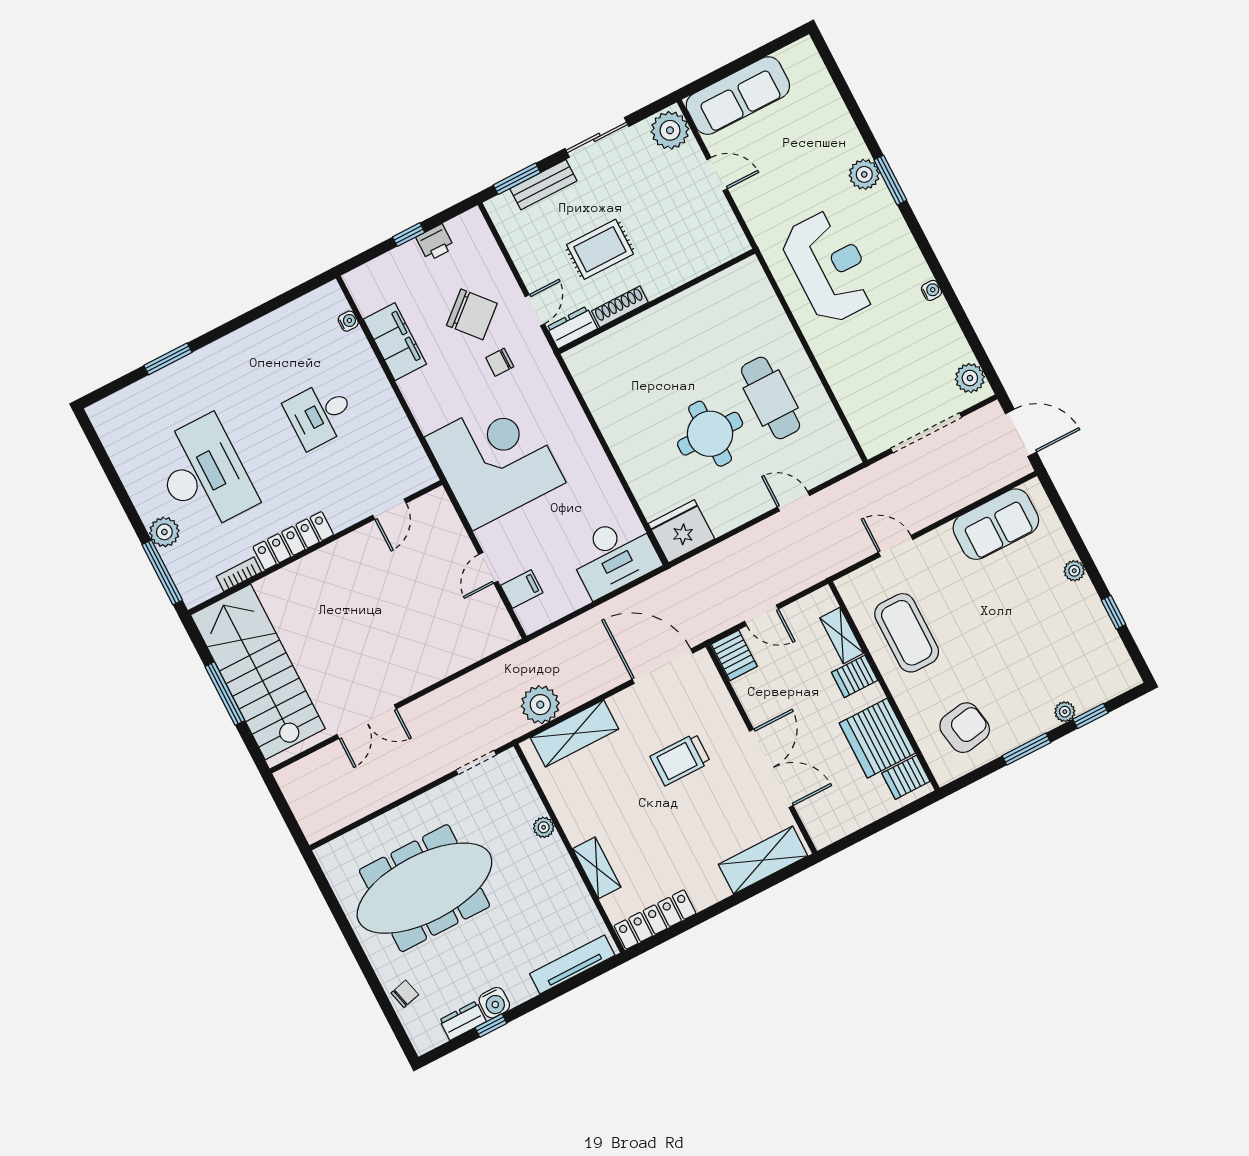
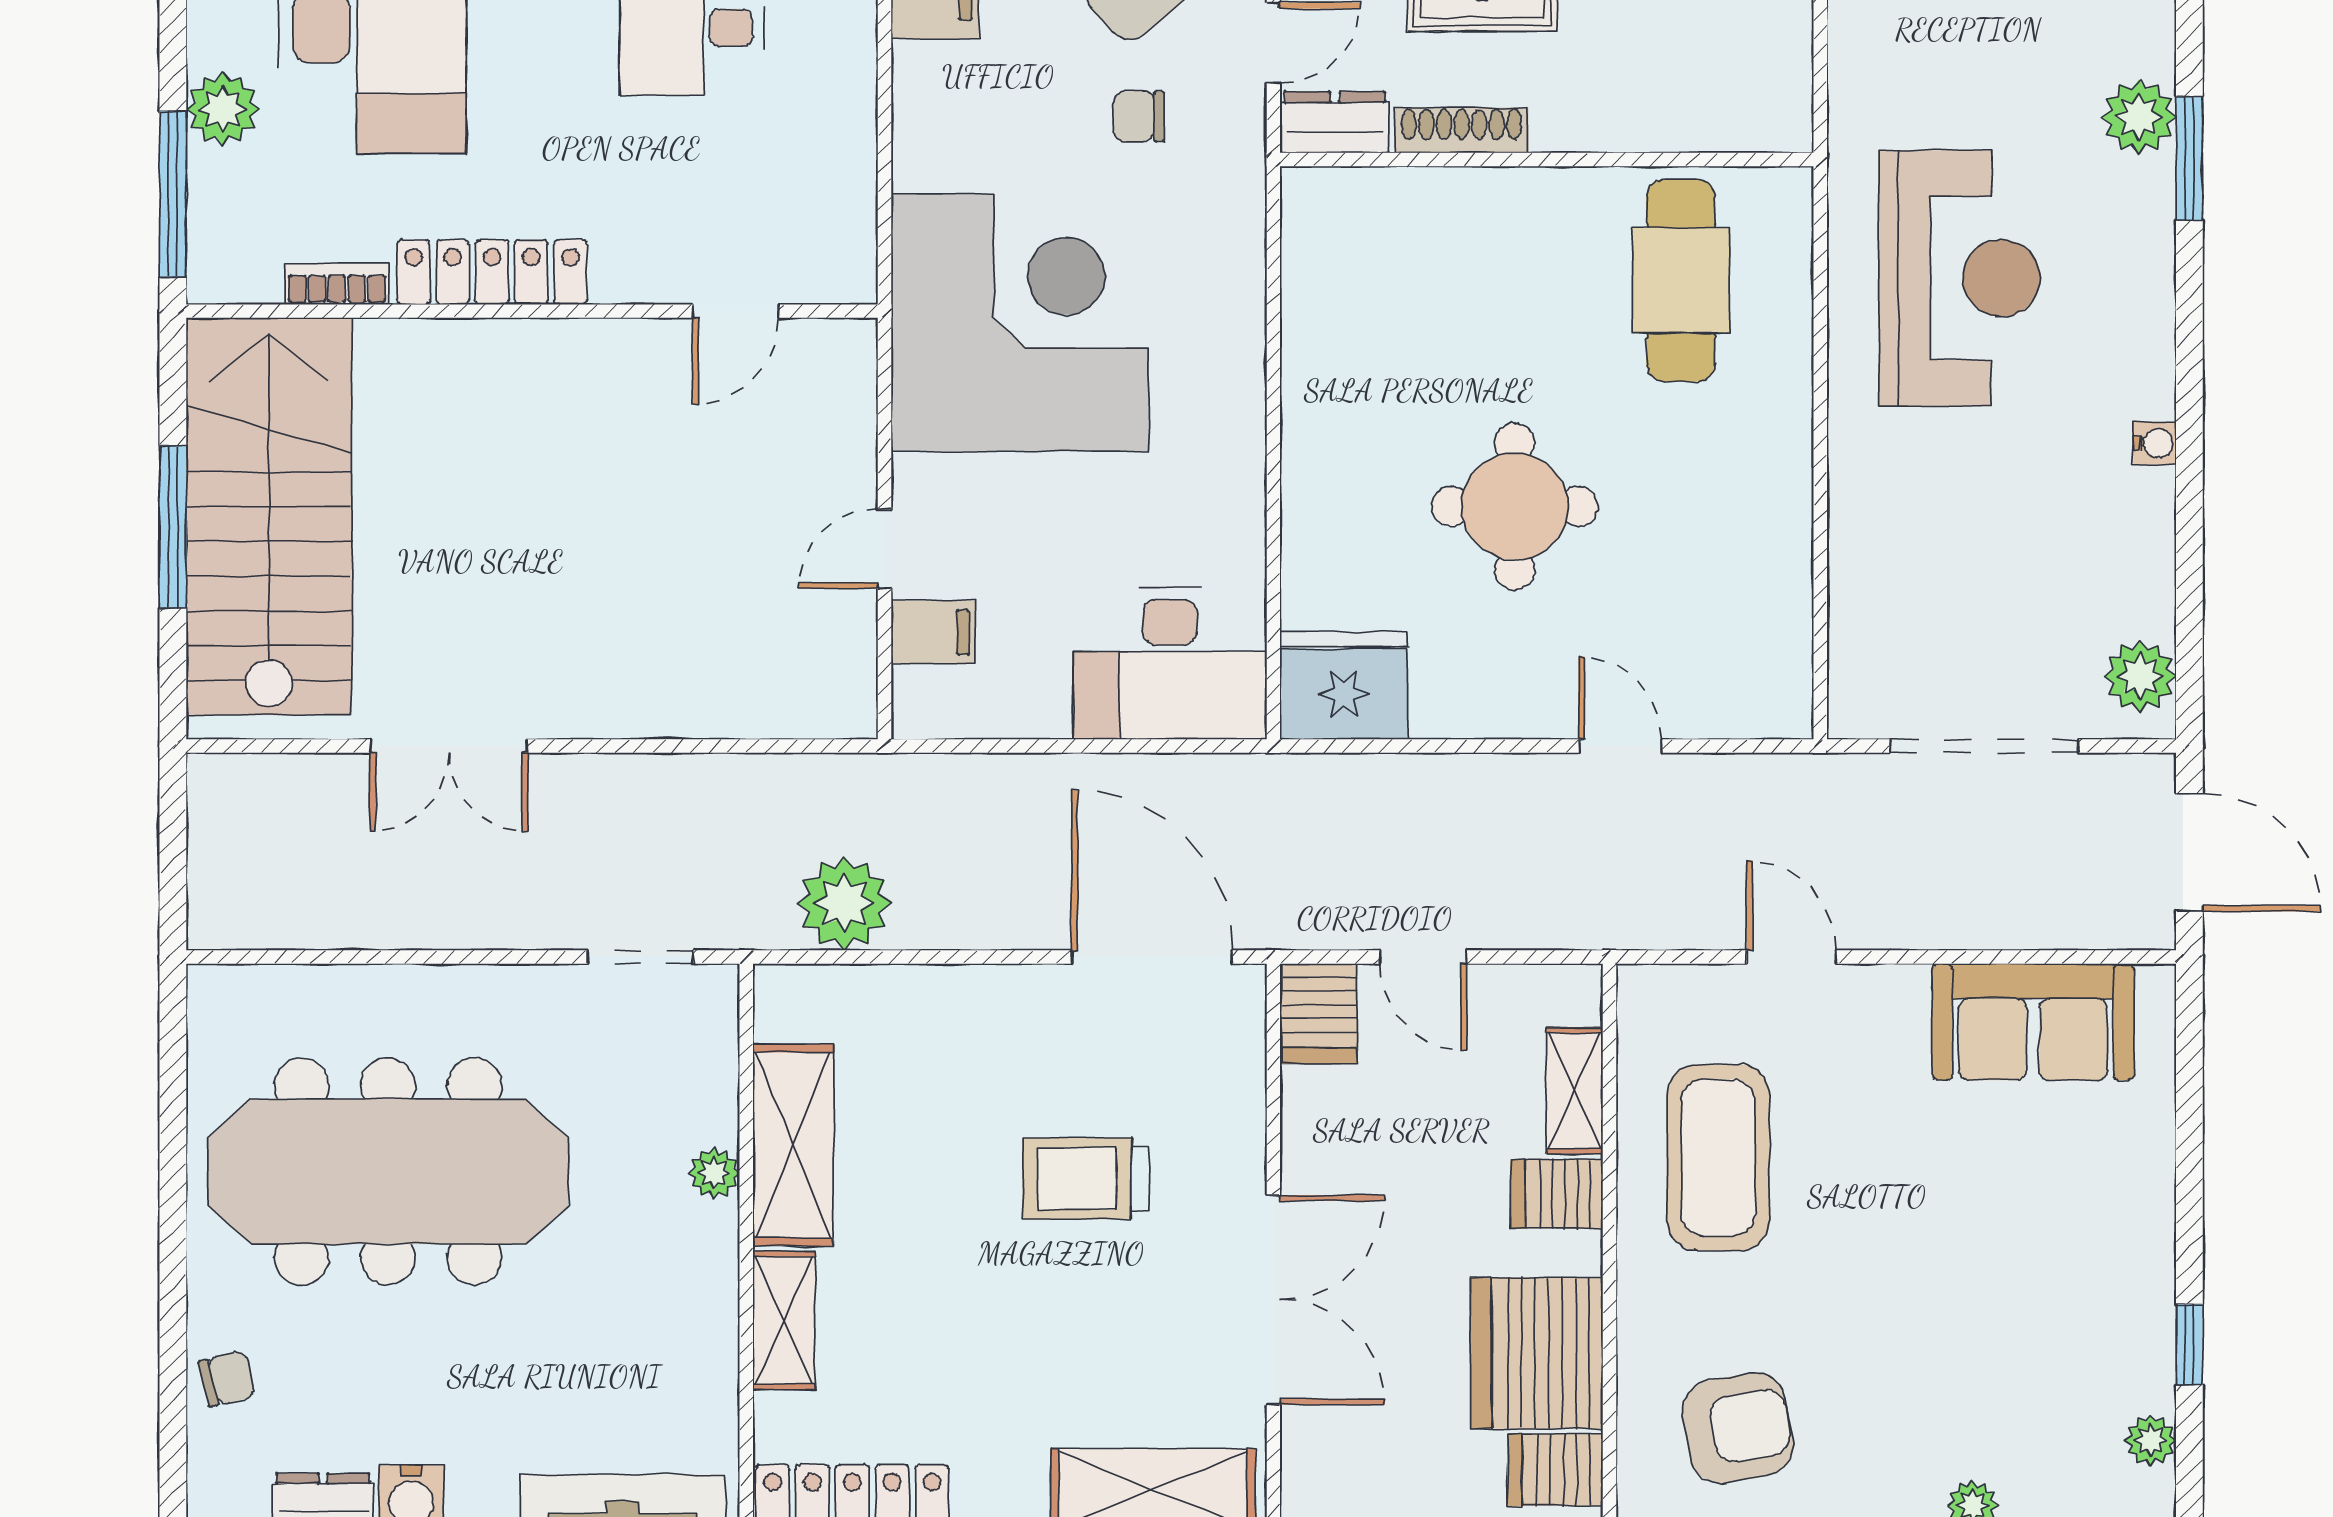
cafe table: (771, 398) -> (1681, 281), moved
plant: (1074, 571) -> (2151, 1440), moved
shelving: (574, 733) -> (793, 1145), moved, turned 90

